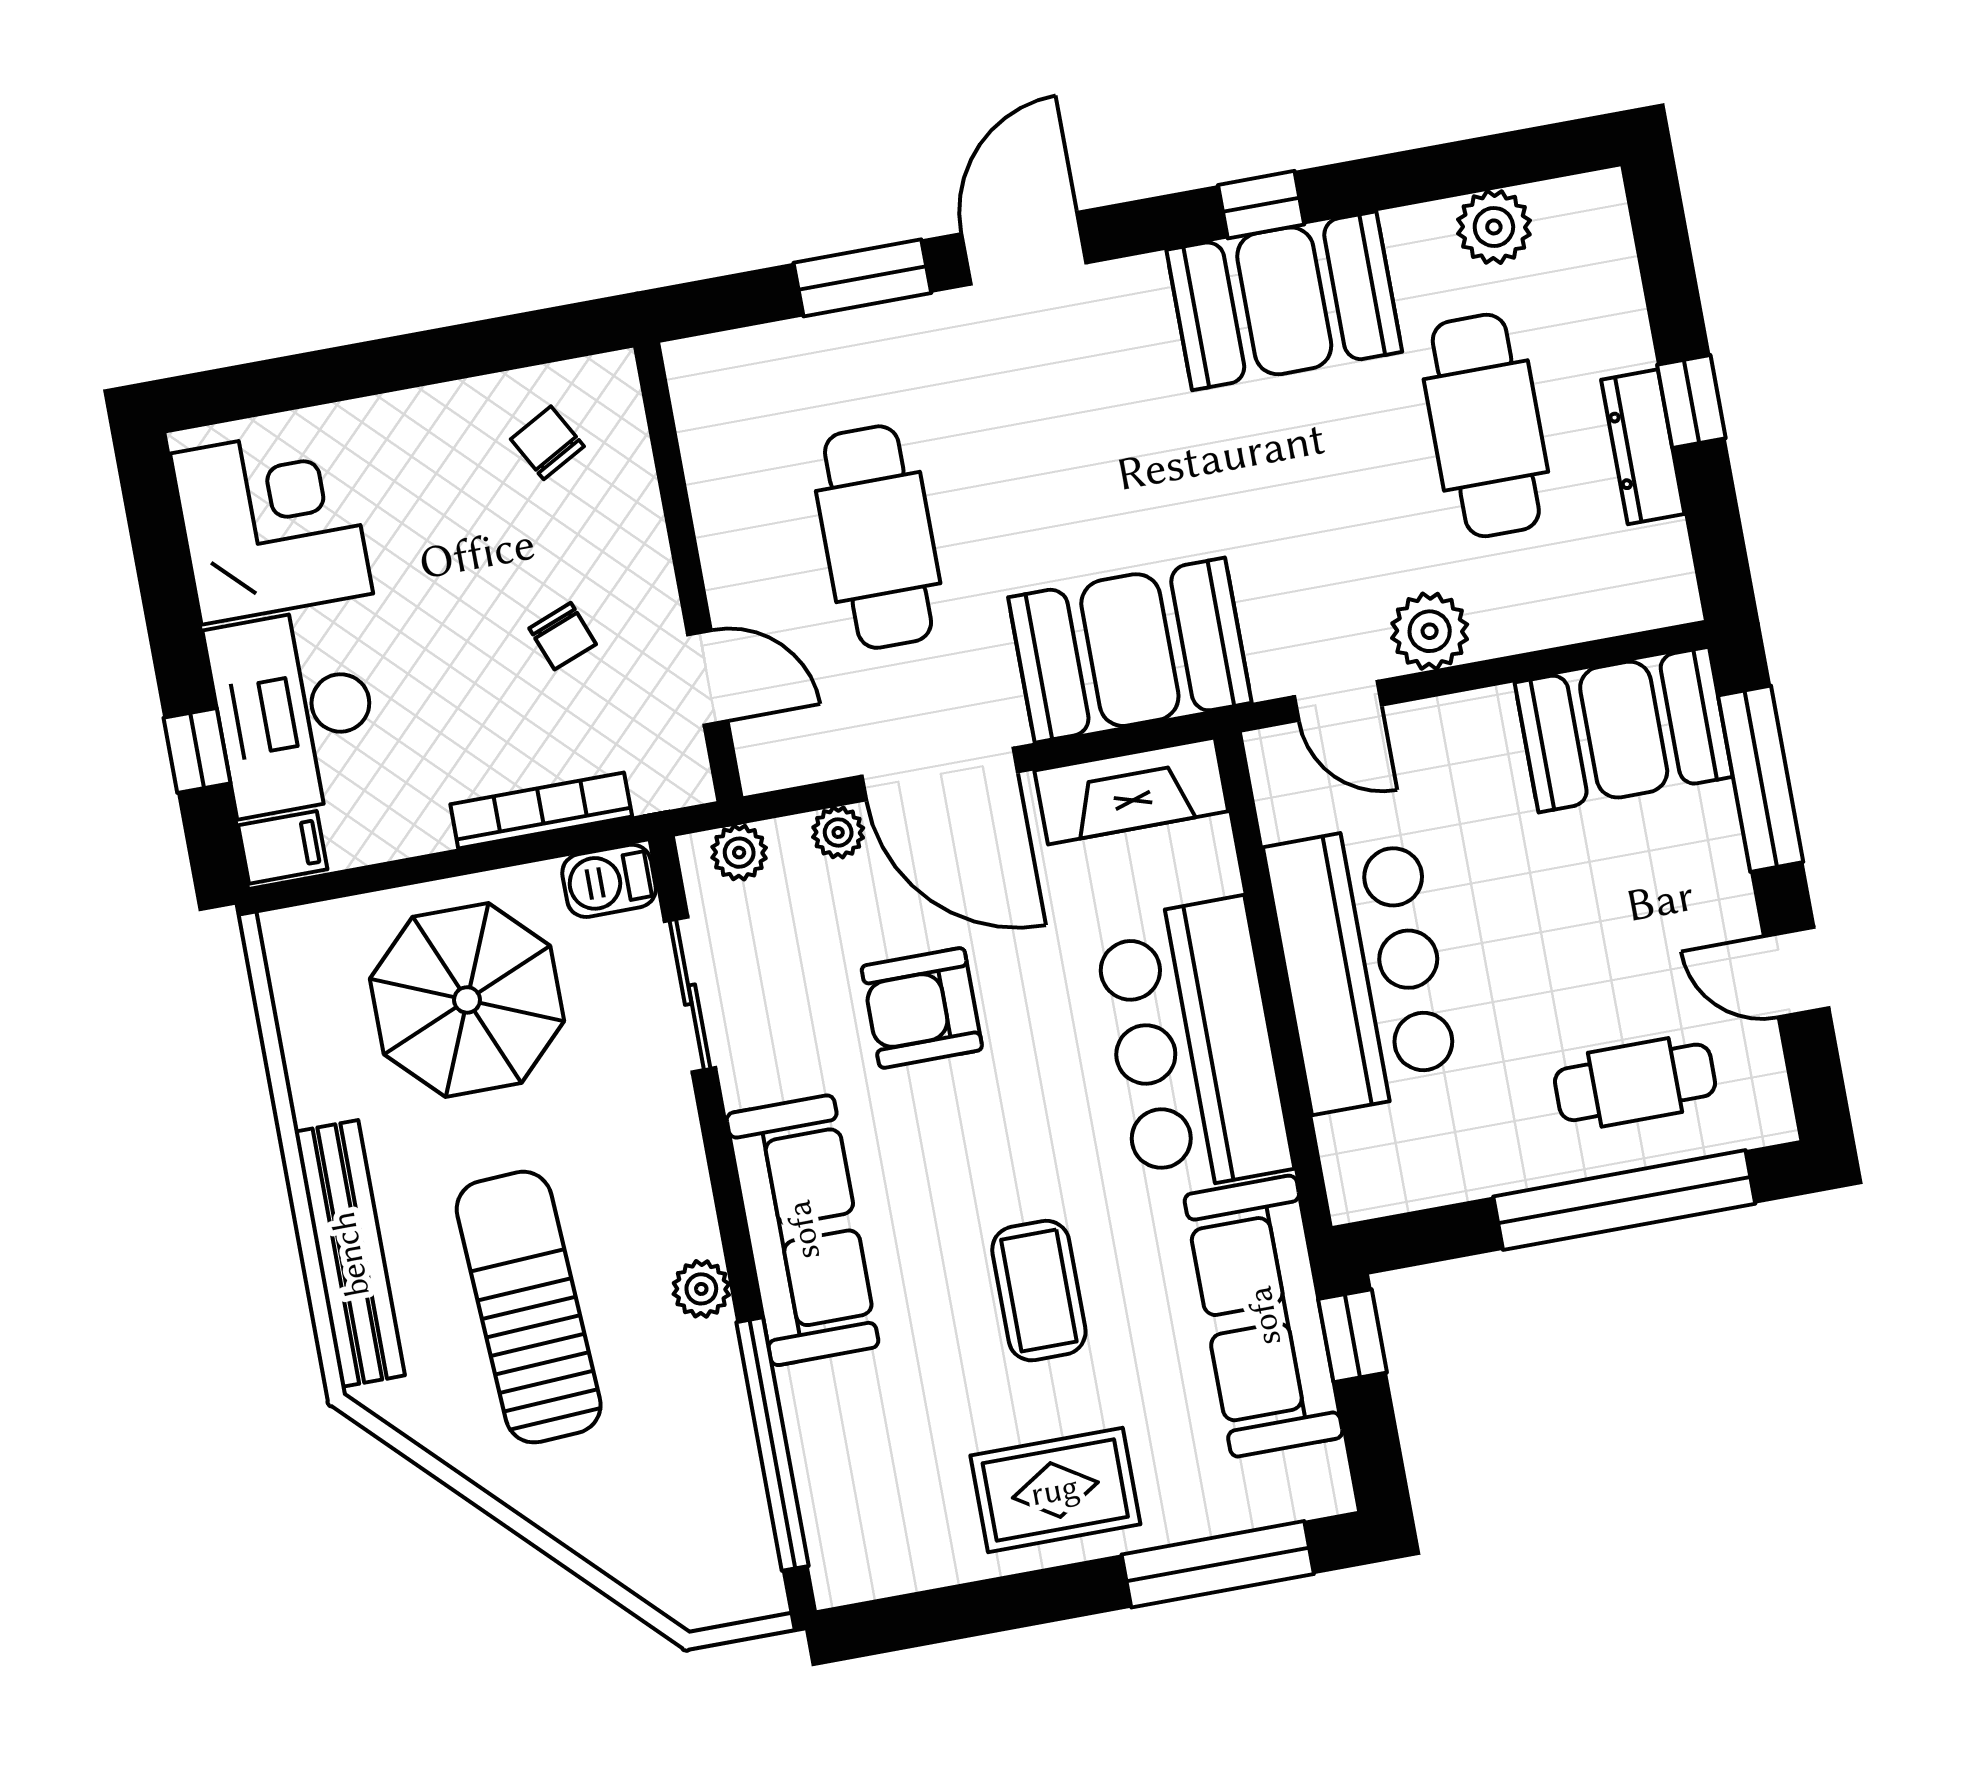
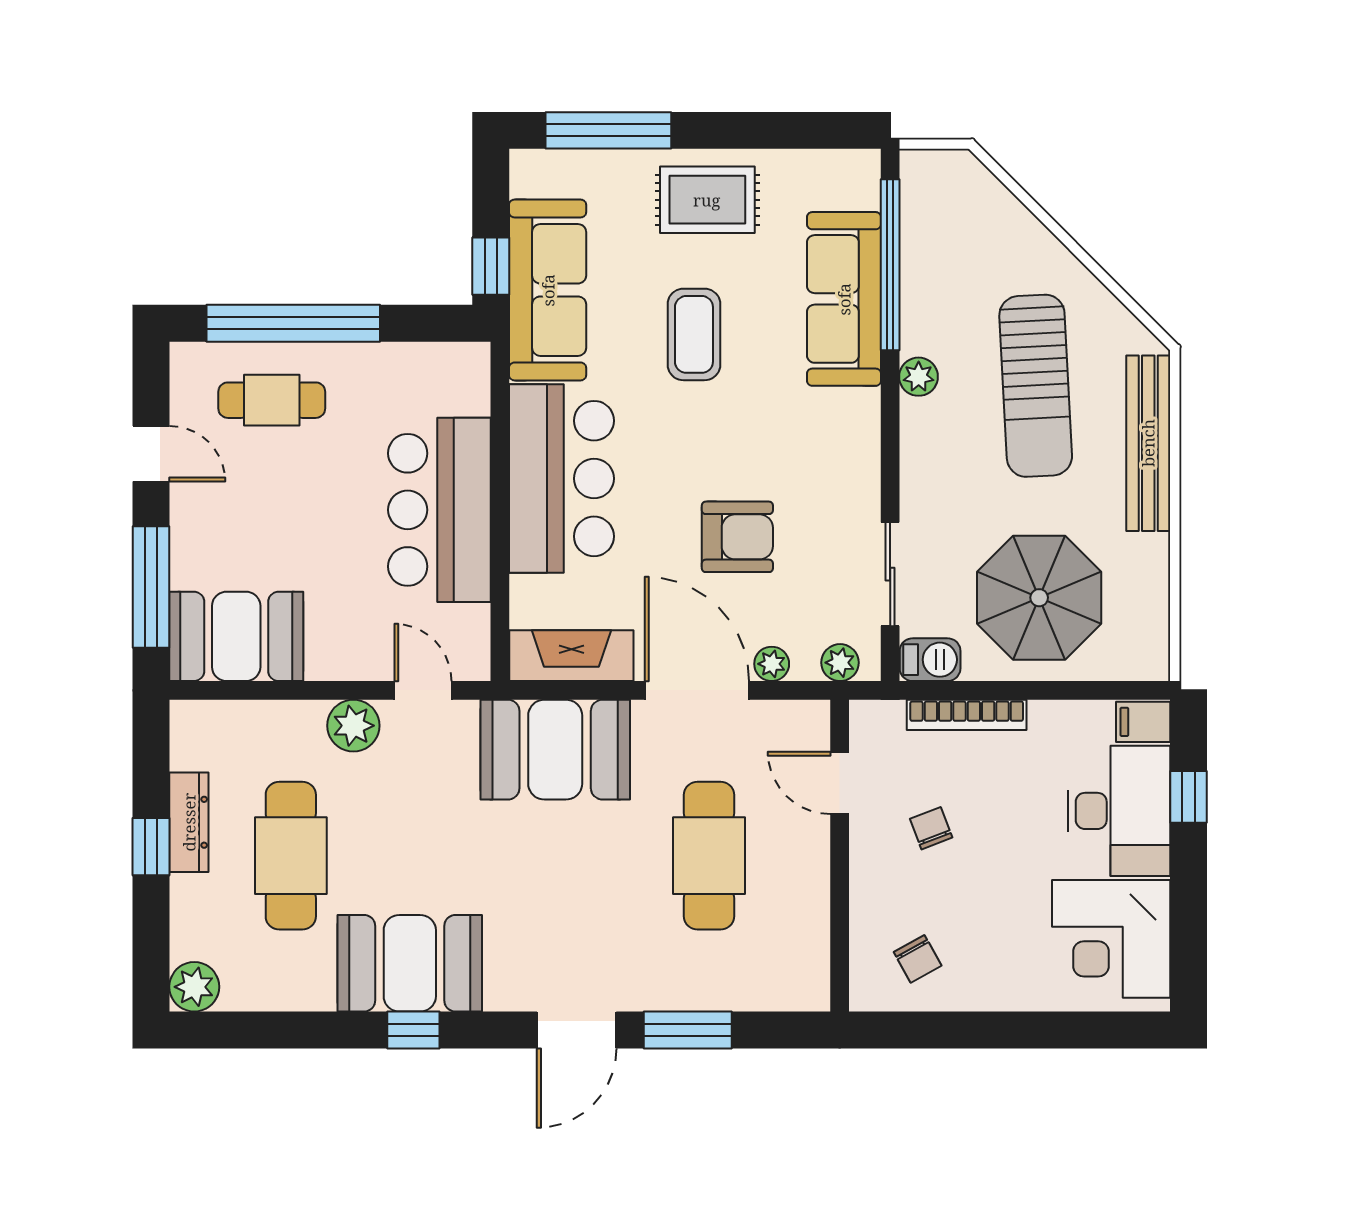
plant: (1494, 227) -> (194, 987), moved
sofa: (803, 1230) -> (844, 299), moved

